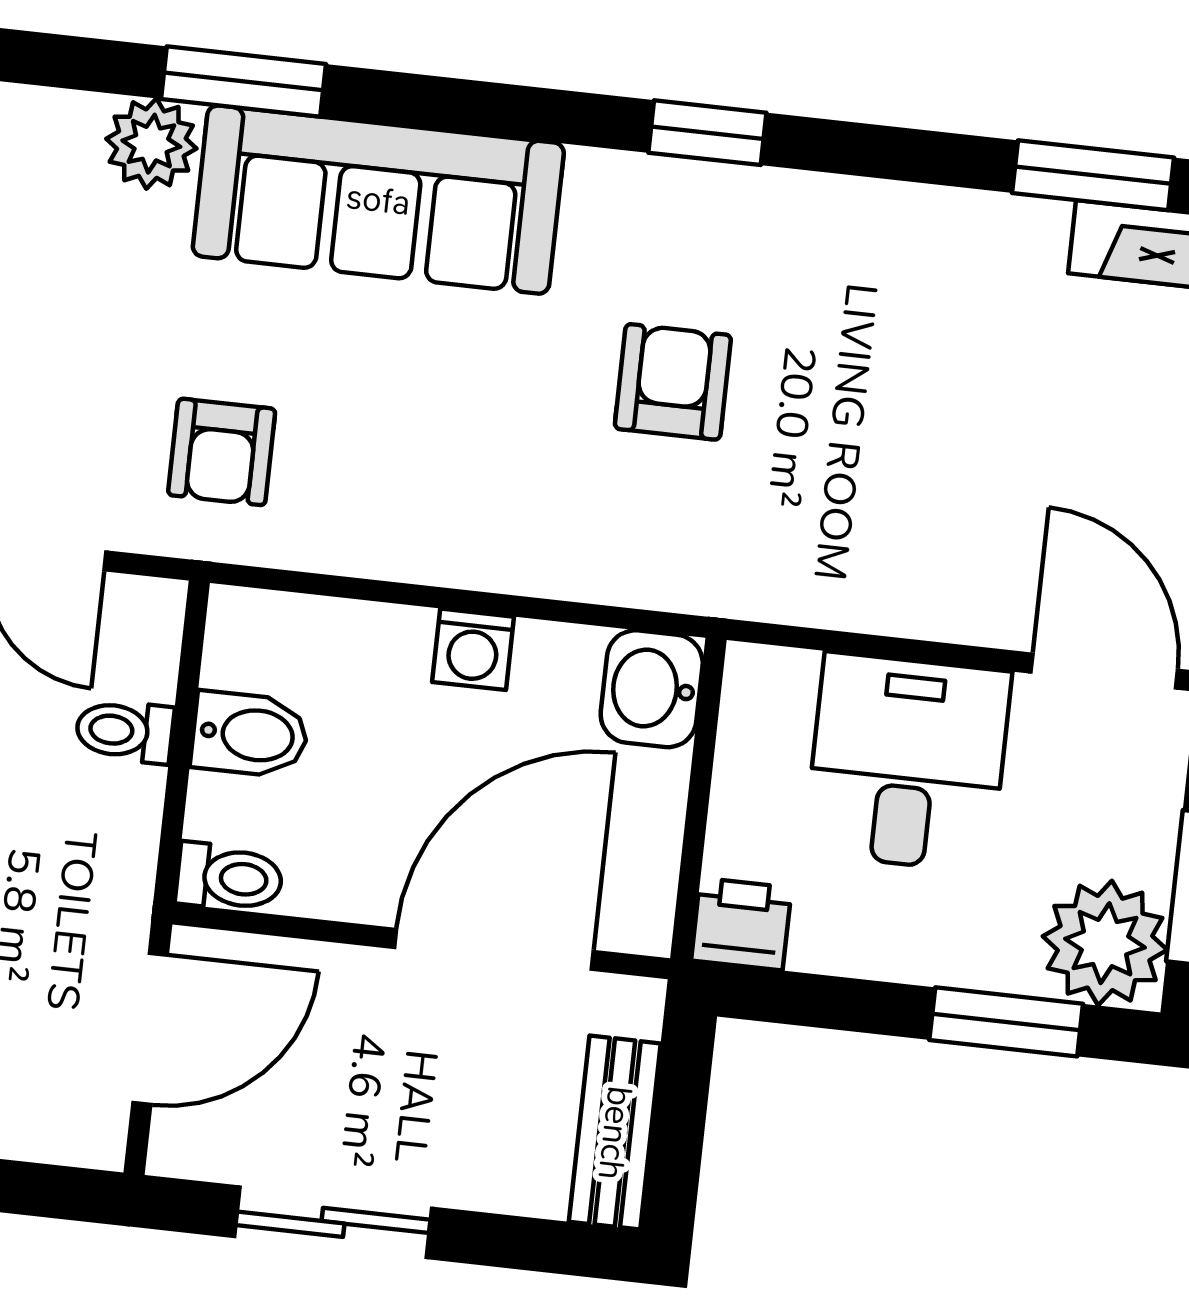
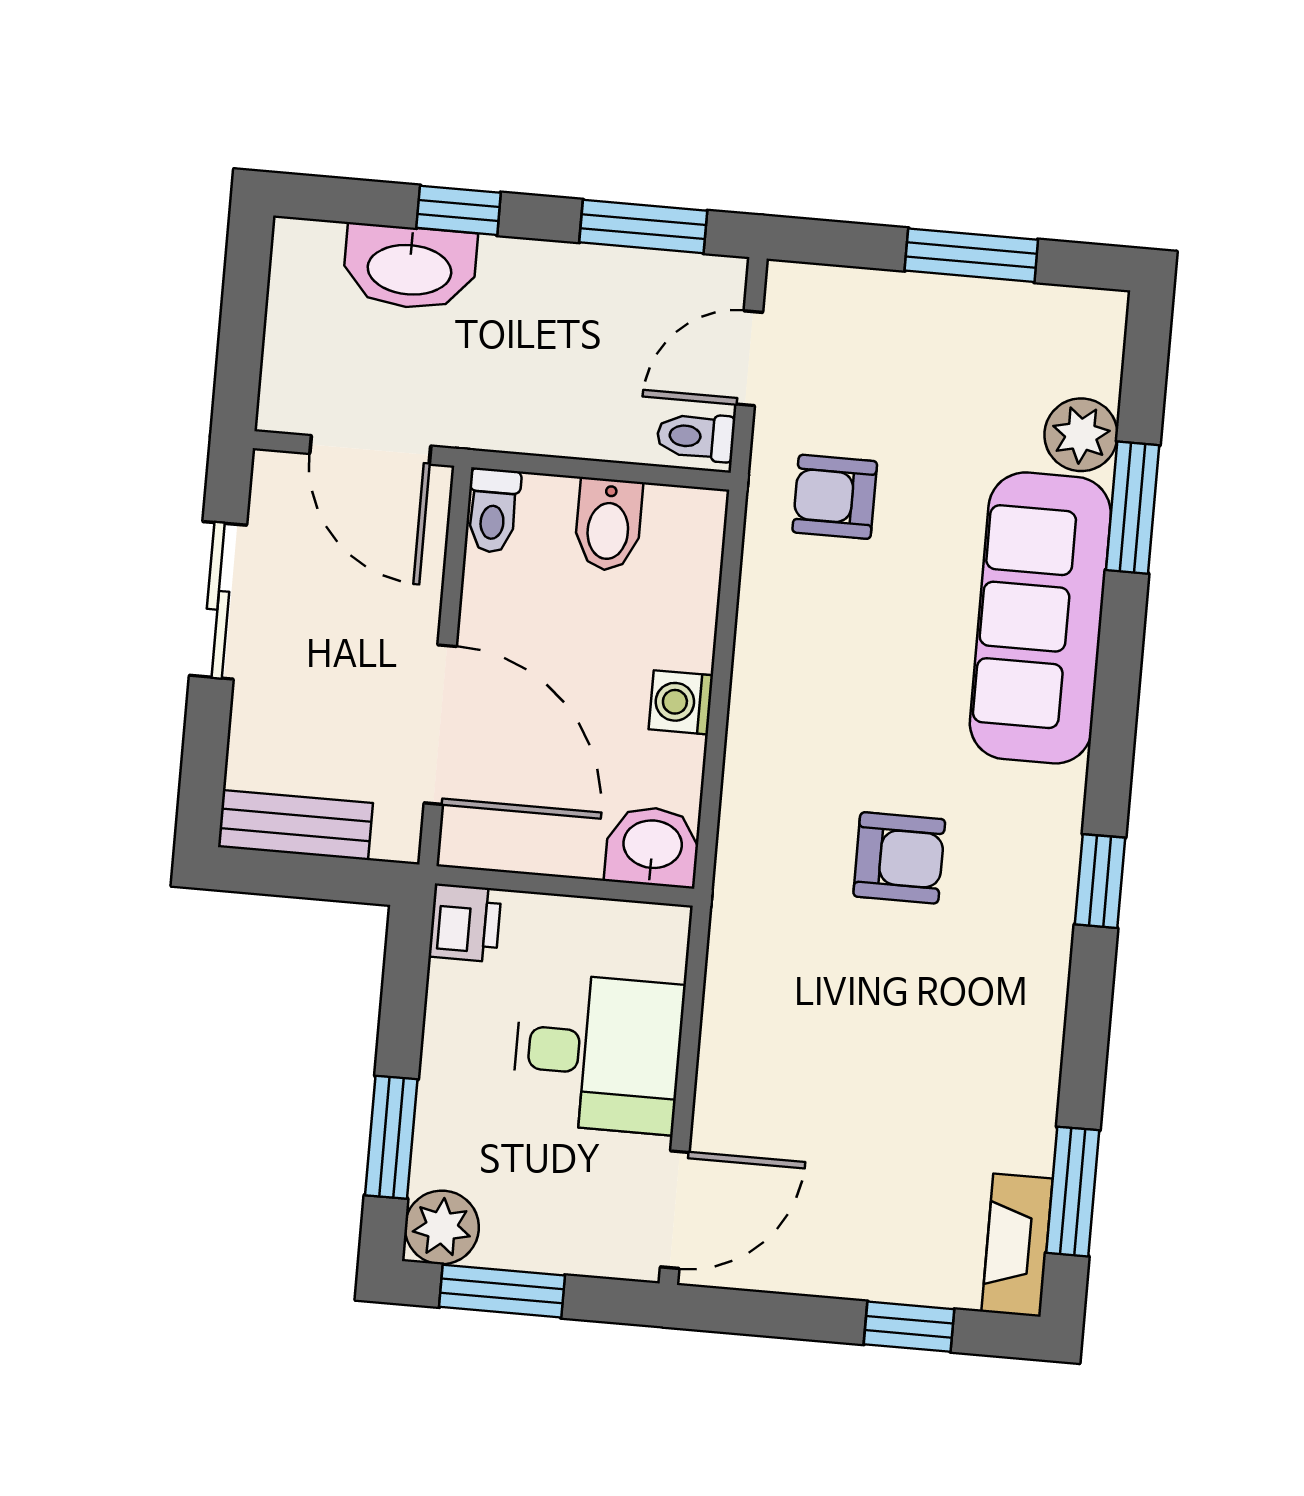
toilet: (125, 731) -> (696, 437), moved, turned -90
plant: (1105, 943) -> (442, 1227), width x0.73, depth x0.73

